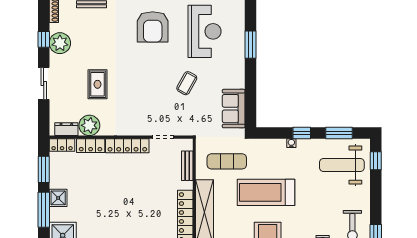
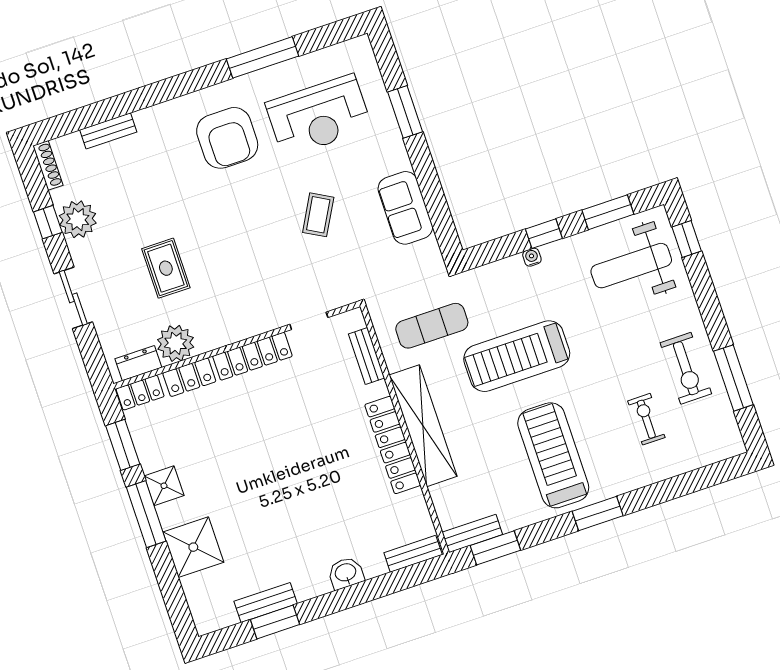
reception desk: (204, 31) -> (319, 116), turned 90
sofa: (234, 109) -> (405, 208), moved

